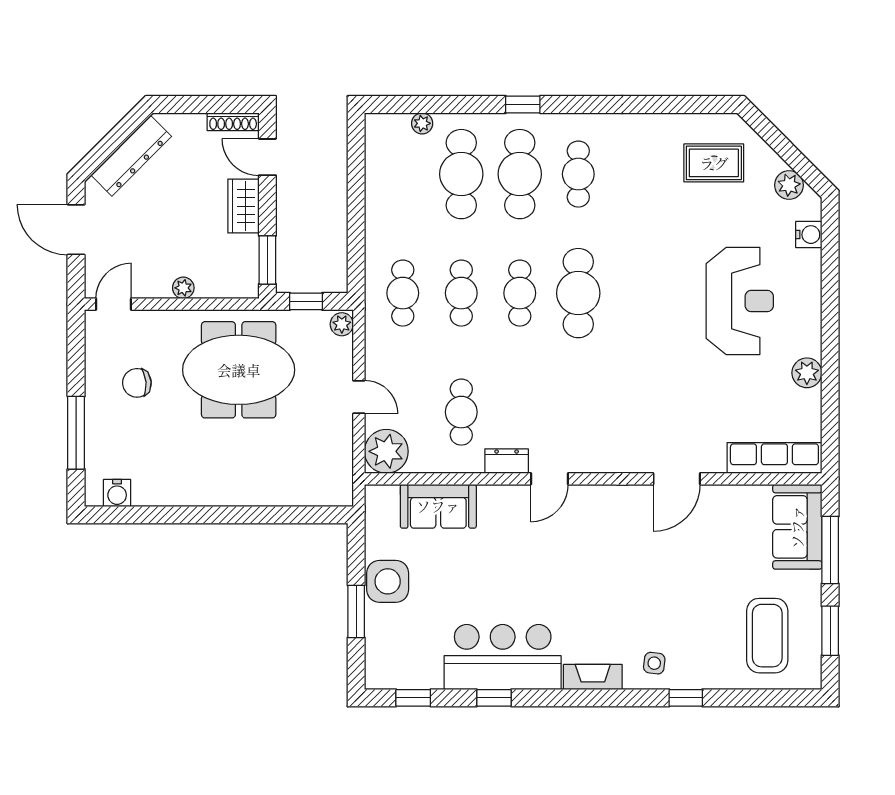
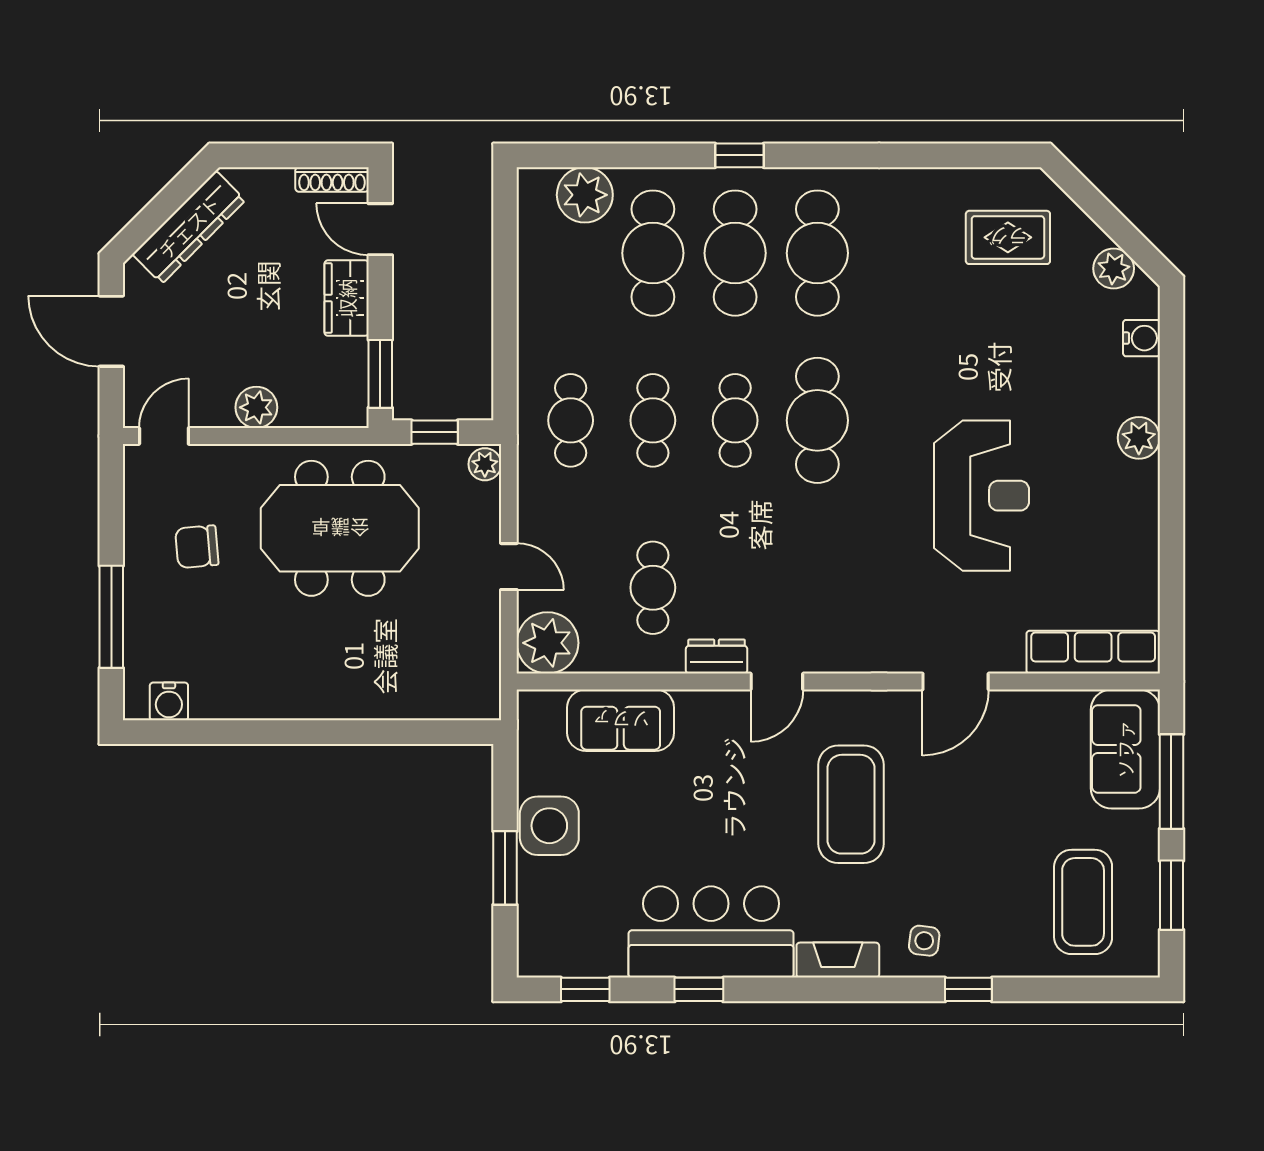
plant: (422, 123) -> (585, 195), width x1.87, depth x1.87
cafe table: (578, 174) -> (817, 253), width x1.37, depth x1.35
plant: (183, 288) -> (256, 407), width x1.38, depth x1.38
reception desk: (740, 301) -> (982, 496), moved
plant: (807, 373) -> (1139, 438), moved
coffee table: (602, 566) -> (851, 804), added

